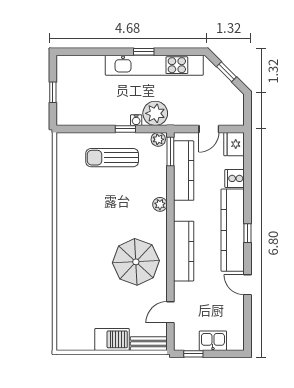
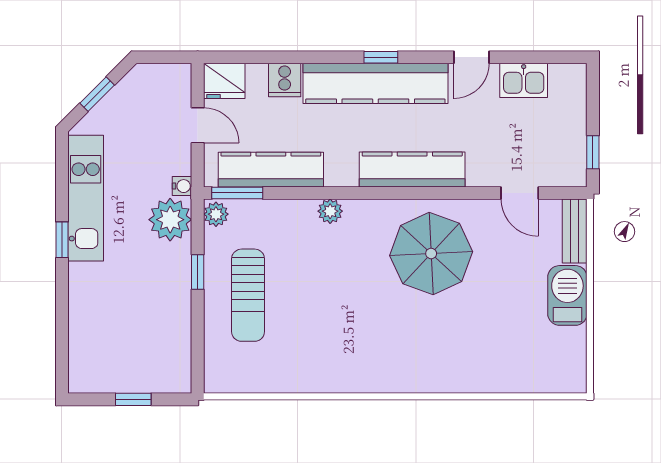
kitchen unit: (154, 65) -> (86, 198), width x0.73
water cooler: (136, 120) -> (182, 186), moved
kitchen sink: (213, 341) -> (524, 80), moved, turned -90

